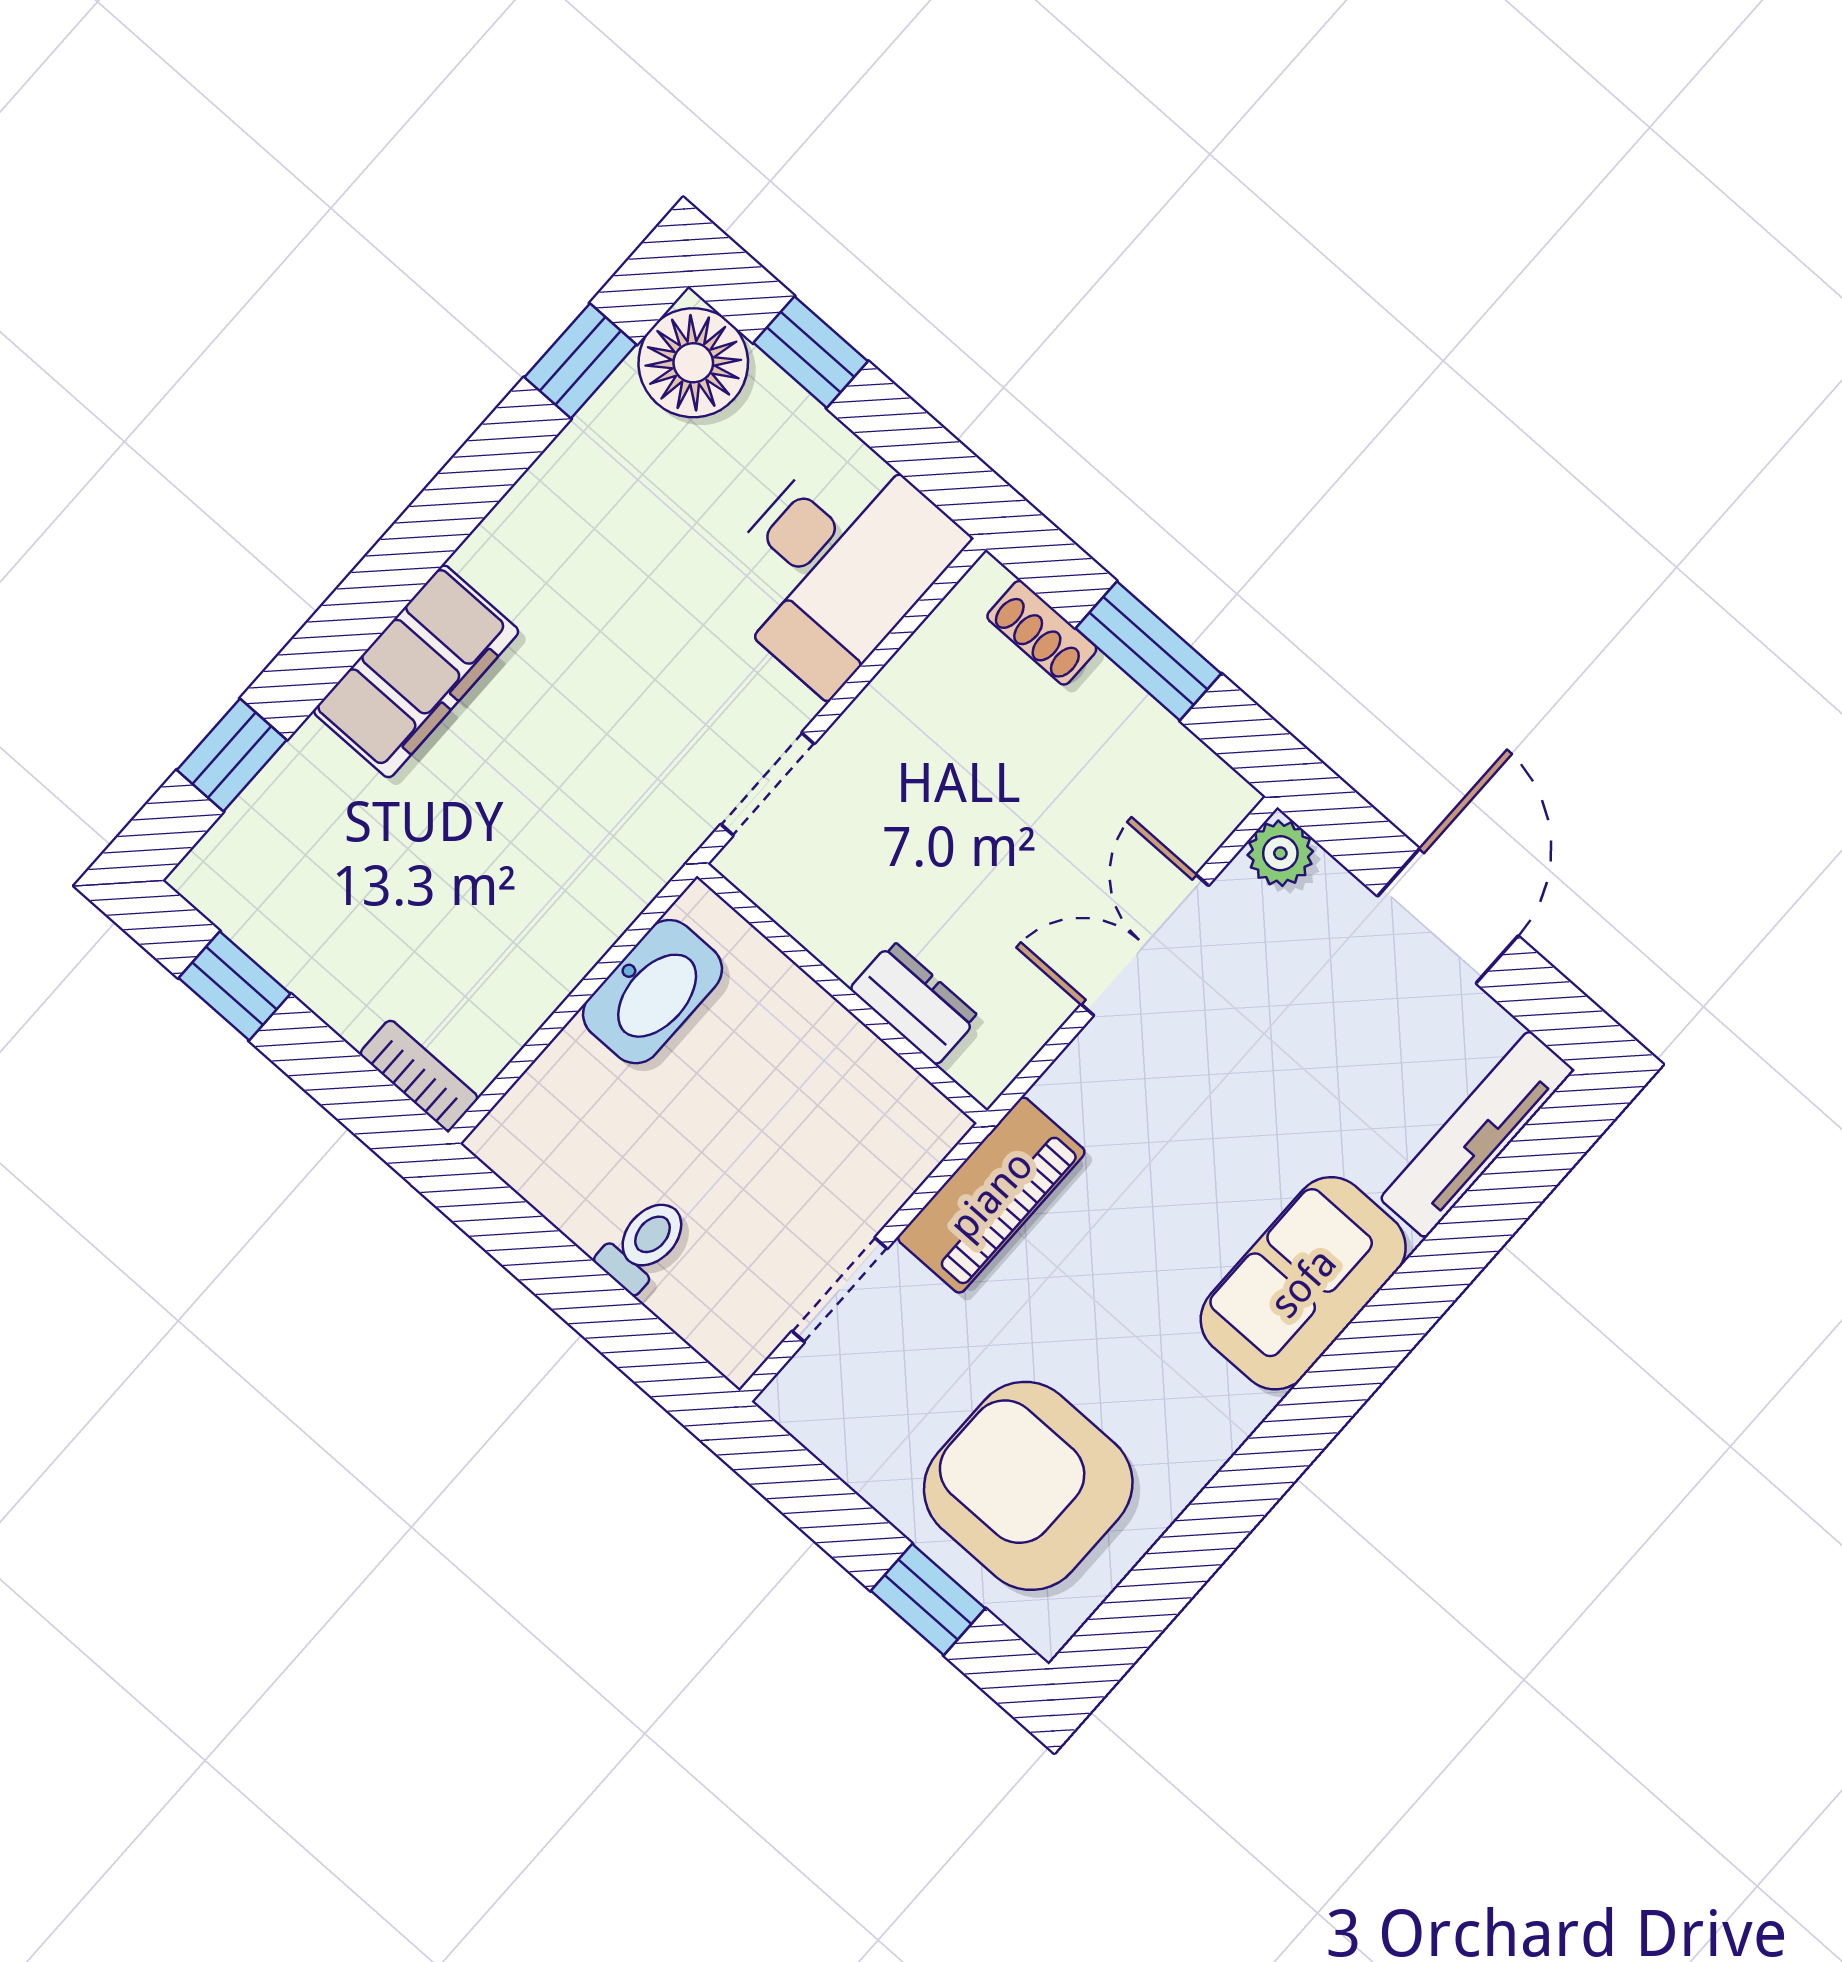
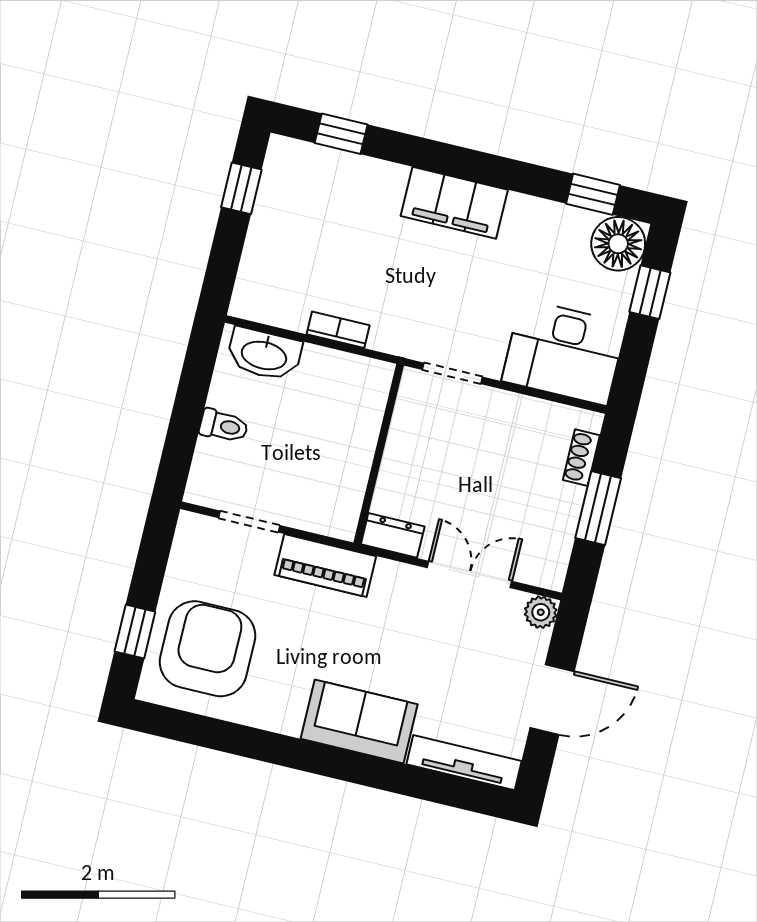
filing cabinet: (416, 671) -> (454, 203), moved
washbasin: (652, 992) -> (264, 354), moved
dresser: (915, 1003) -> (393, 535), moved, turned -90
bookcase: (419, 1076) -> (338, 330), moved, turned -90

